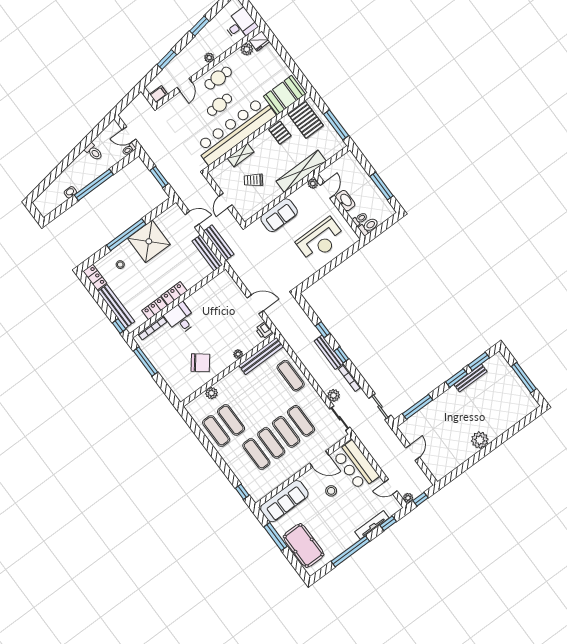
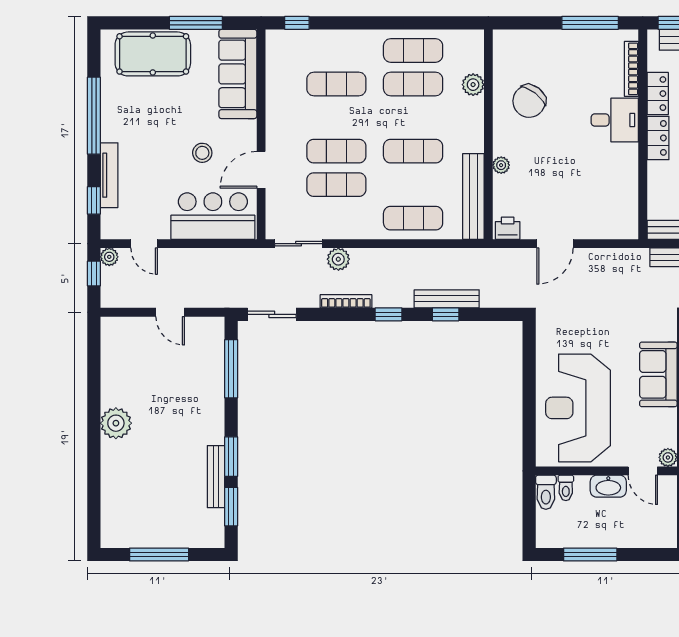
reception desk: (321, 240) -> (578, 408), width x1.36, depth x1.30
bench: (329, 352) -> (447, 299), moved
exercise mat: (271, 443) -> (413, 151), moved
door: (391, 487) -> (144, 244), swing flipped

